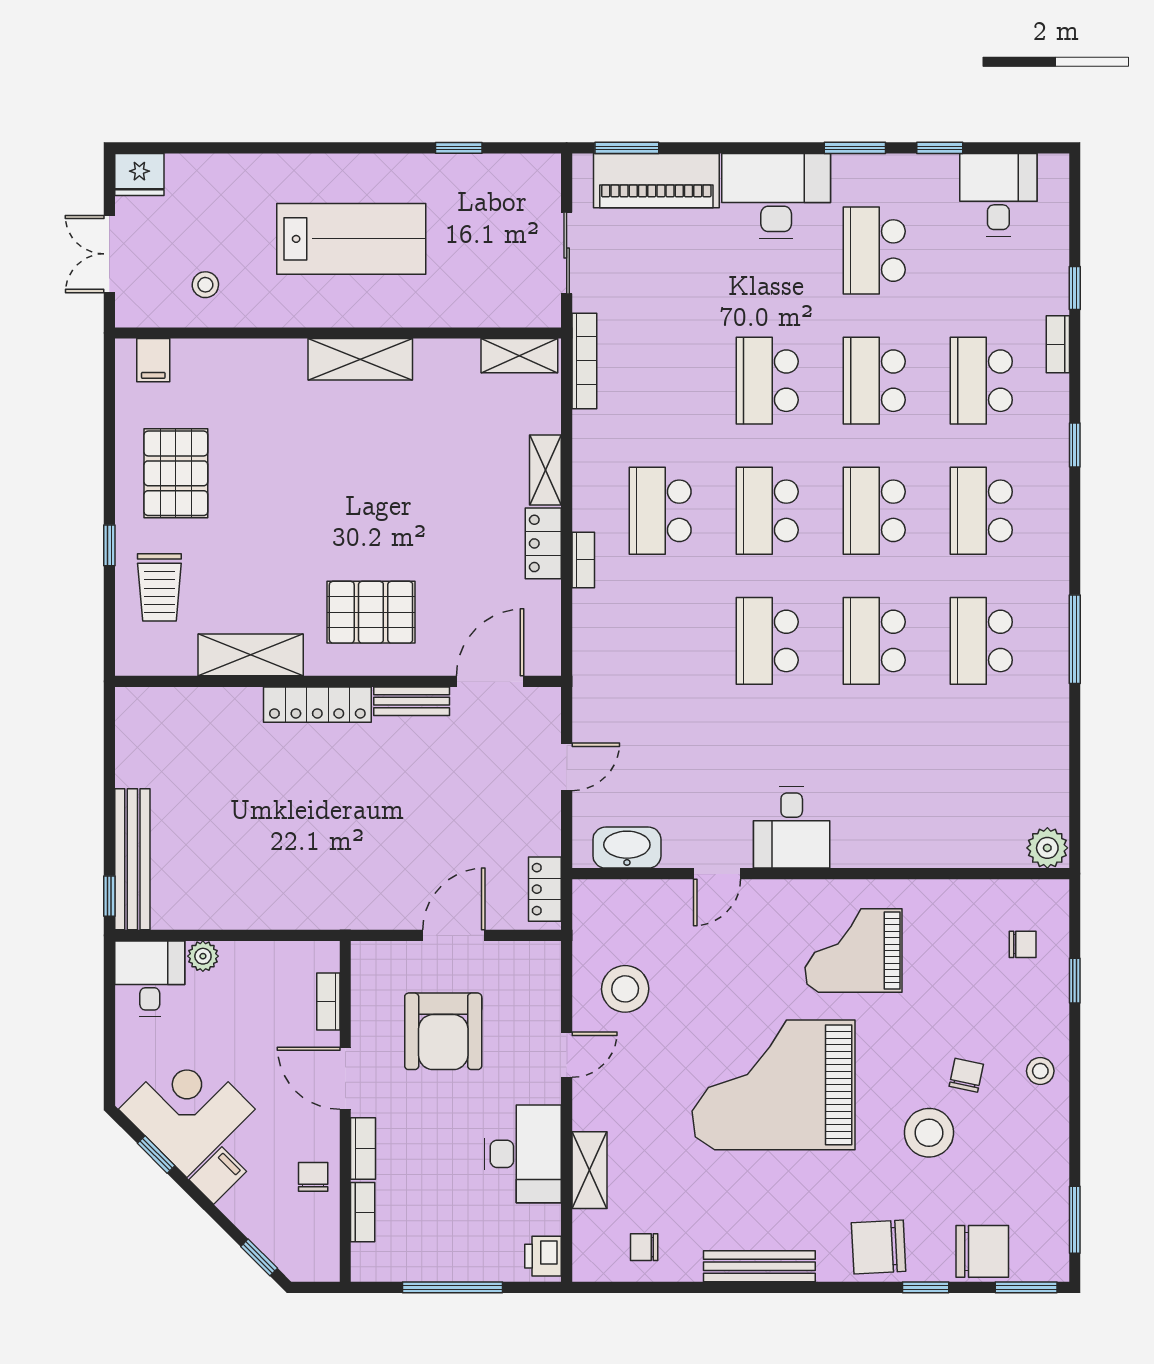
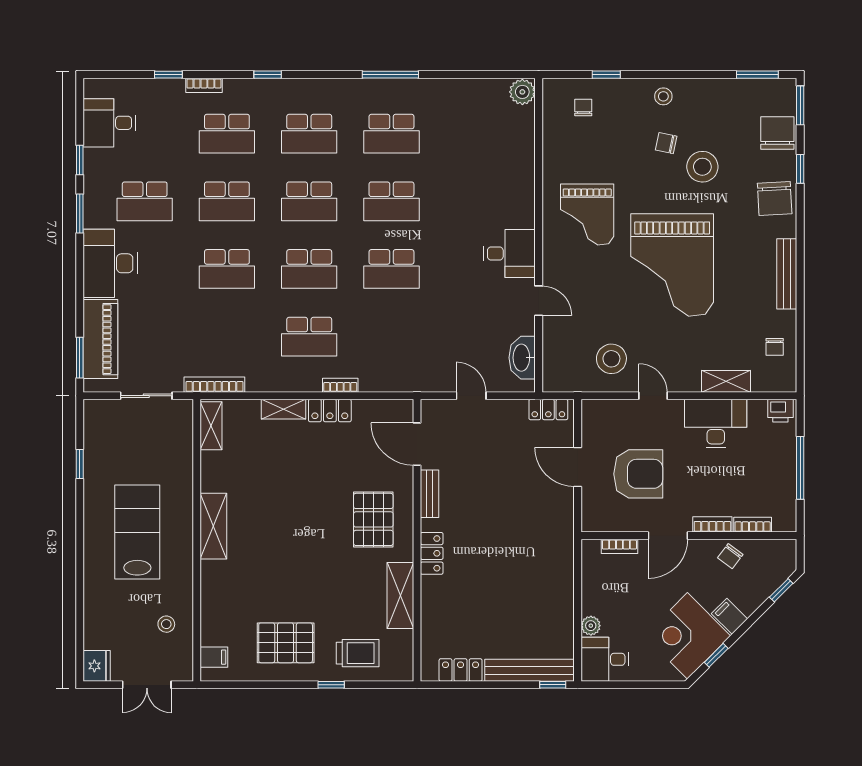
locker: (317, 705) -> (432, 553), width x0.66
locker: (133, 750) -> (461, 670), added
chair: (313, 1177) -> (730, 556), turned -53

